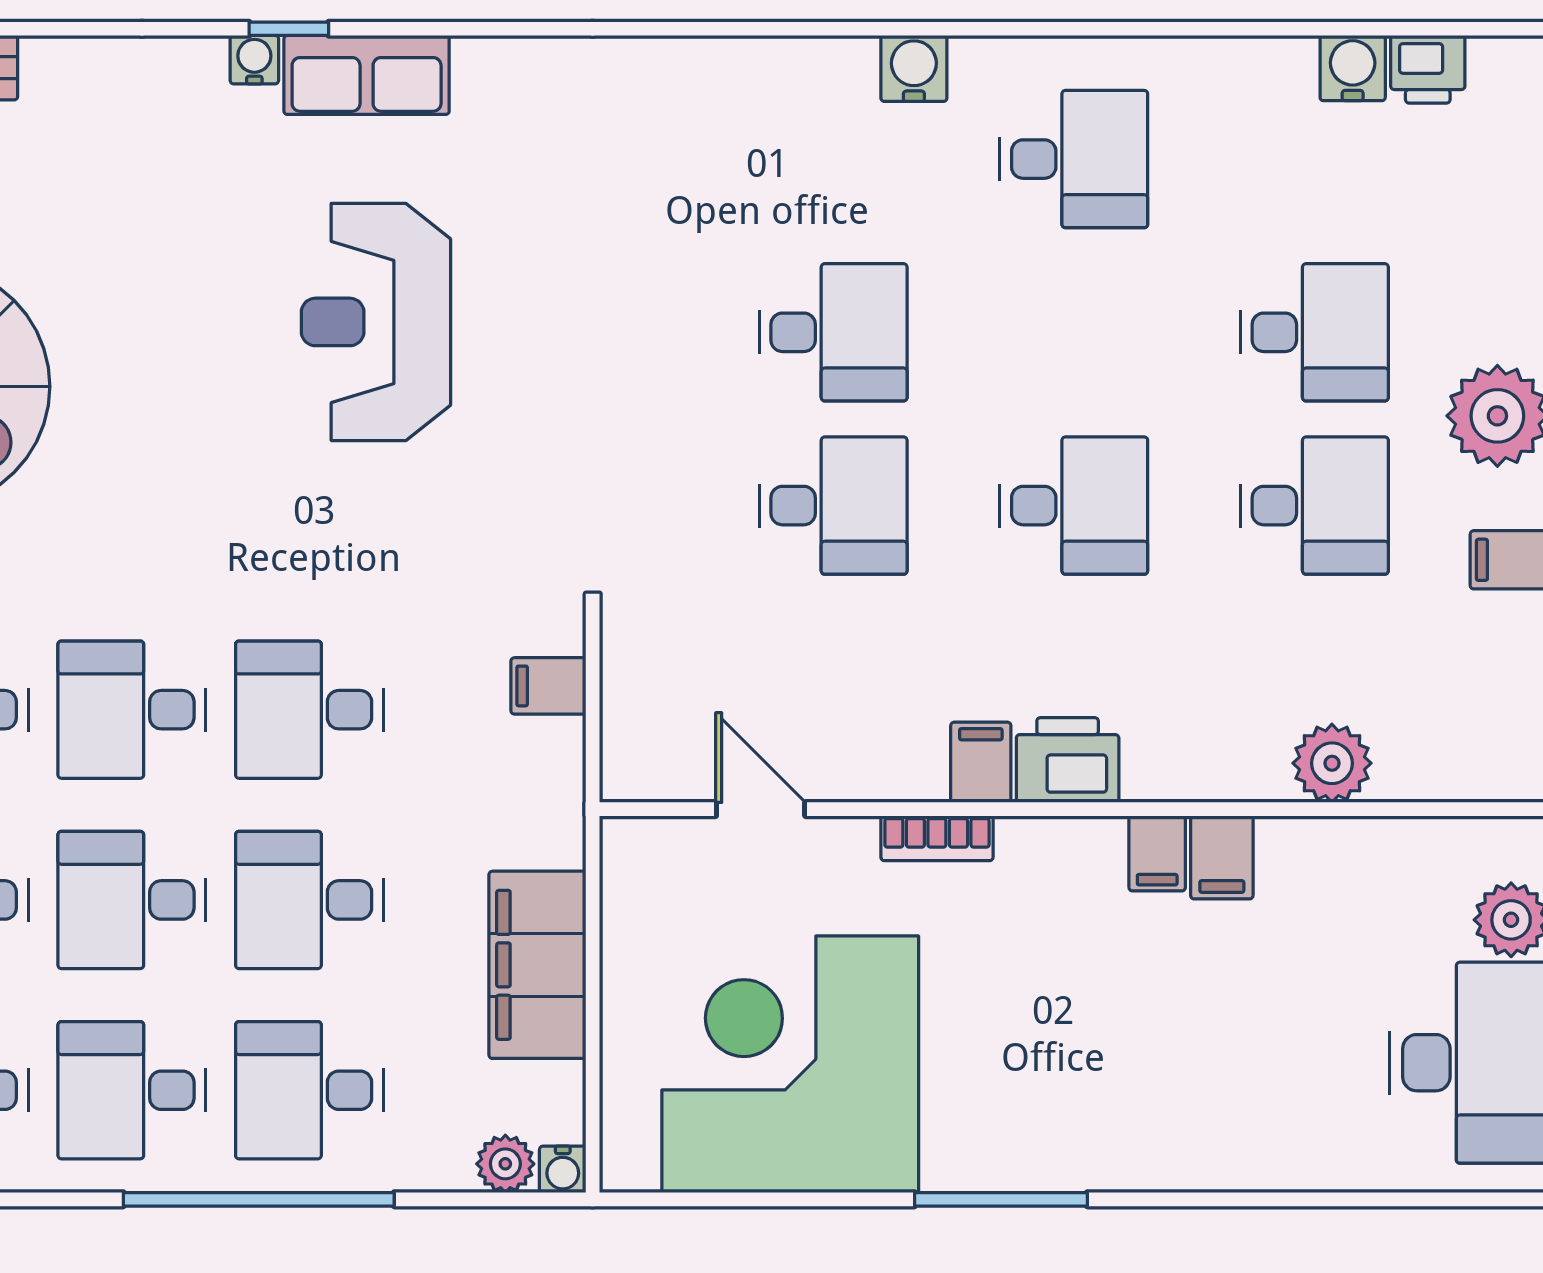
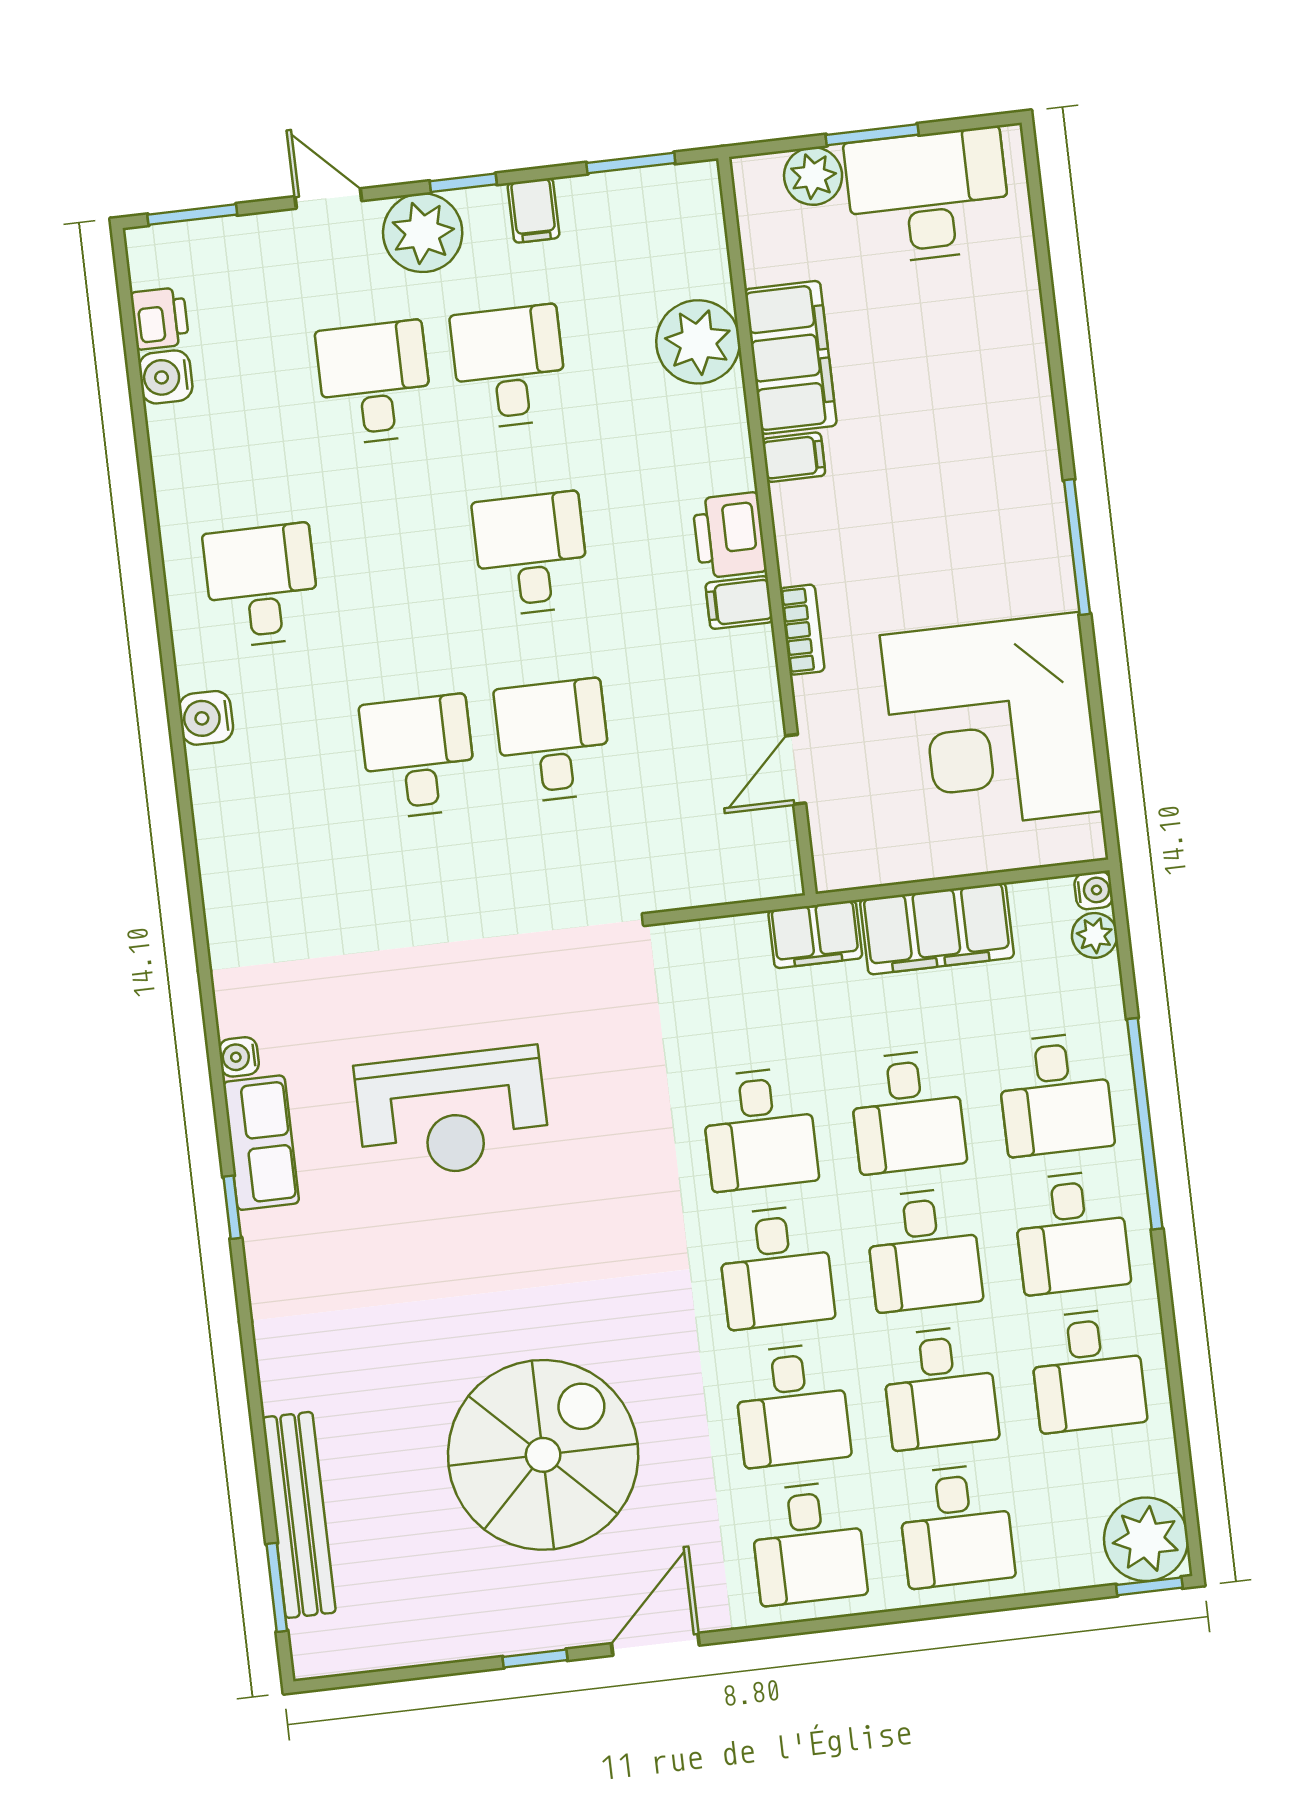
water cooler: (254, 60) -> (239, 1057), moved
filing cabinet: (548, 686) -> (815, 934), moved, width x2.00
plant: (1332, 763) -> (698, 342), width x1.36, depth x1.36
filing cabinet: (1222, 857) -> (791, 357), width x3.00, depth x1.17

